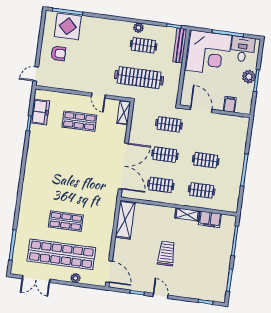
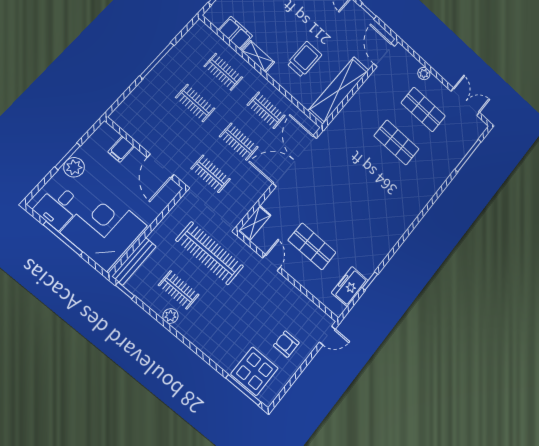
shelving: (125, 220) -> (339, 90), width x1.47
trolley: (166, 253) -> (304, 59), moved, turned 180
shop shelf: (61, 254) -> (423, 109), width x0.50, depth x0.74

